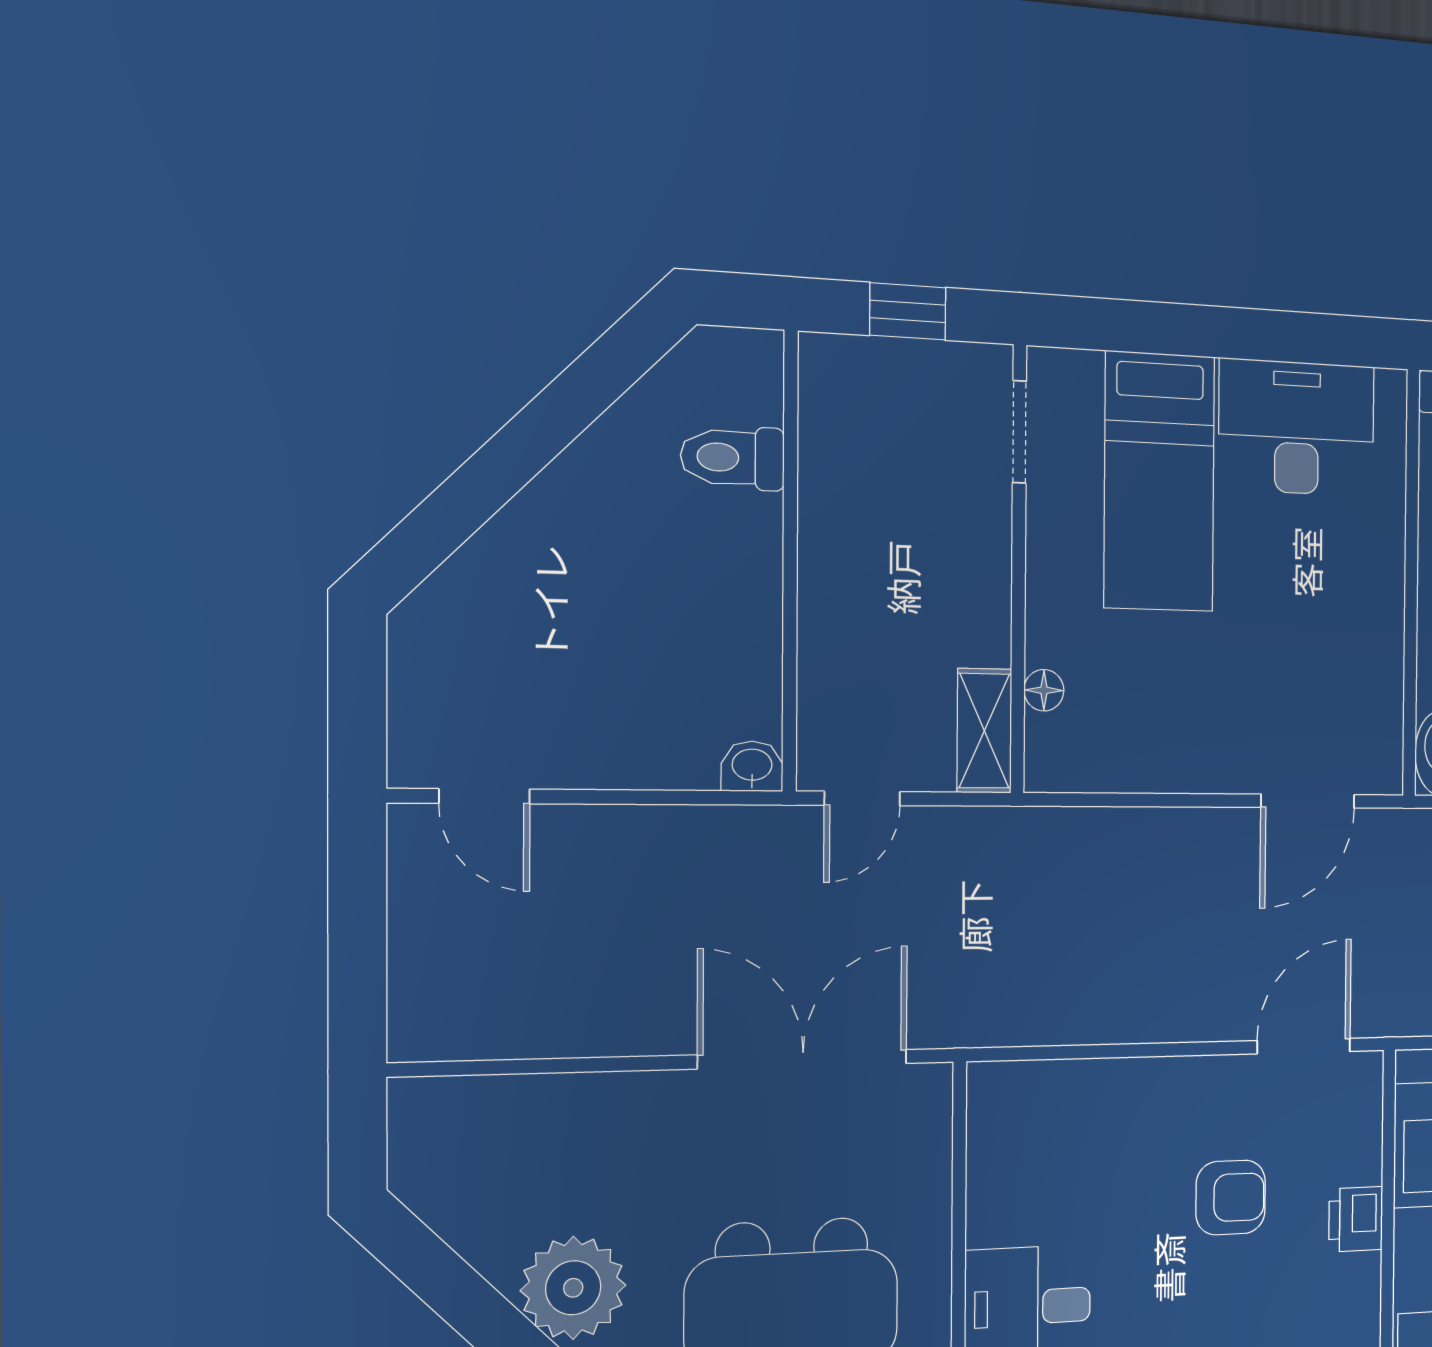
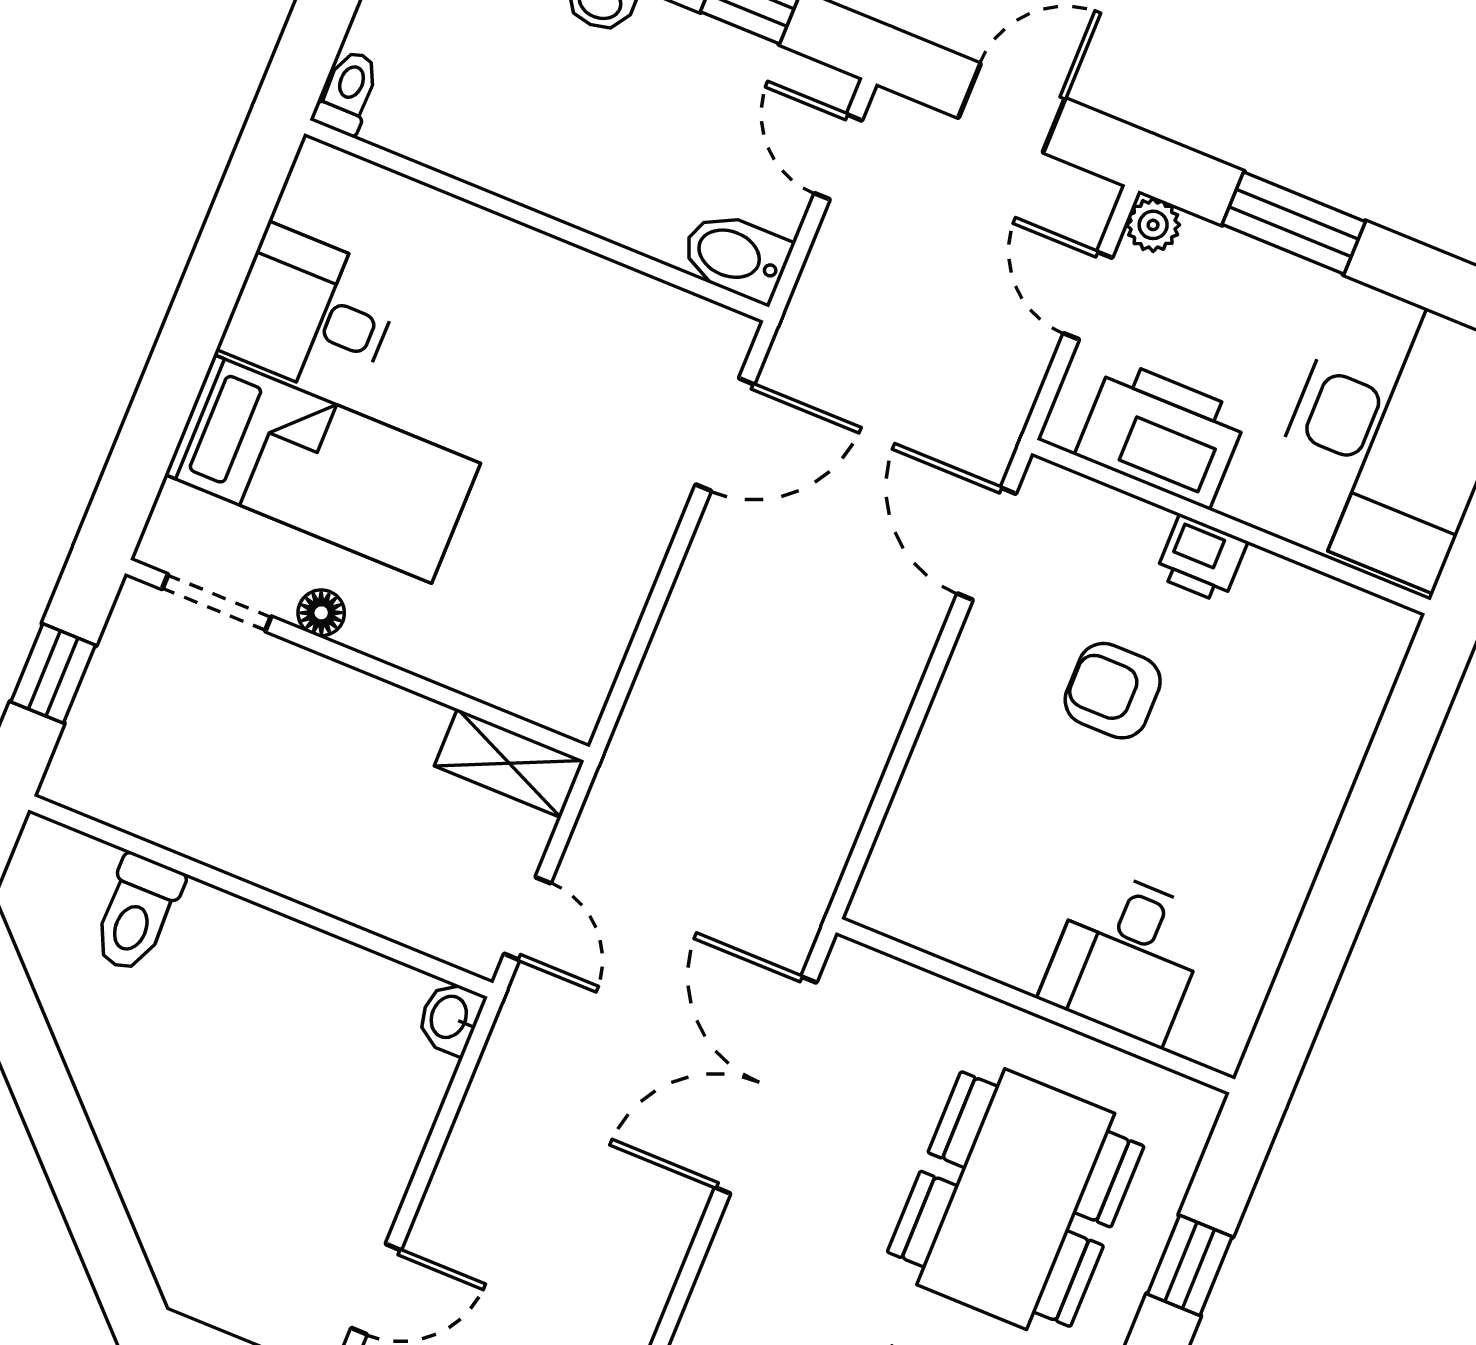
desk: (1297, 428) -> (312, 313), width x0.73
floor lamp: (1044, 690) -> (321, 613), moved
door: (1308, 801) -> (725, 434), hinge flipped
armchair: (1231, 1198) -> (1113, 691), turned -90

